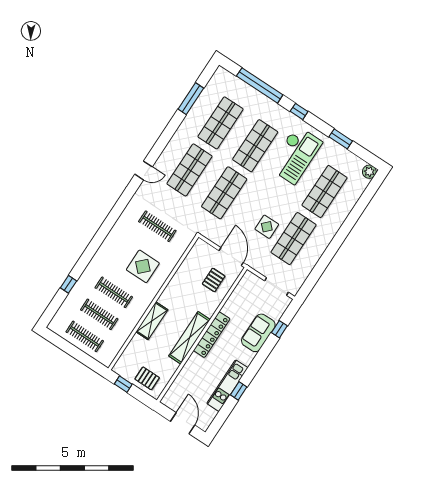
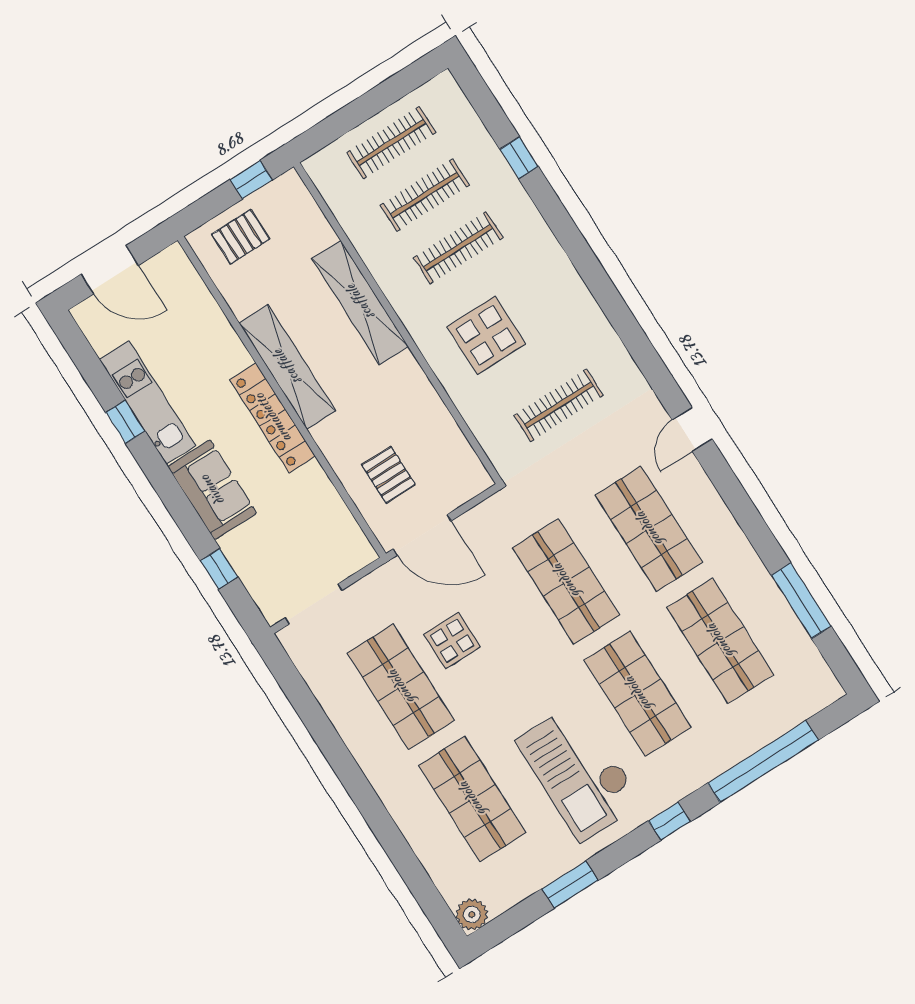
shelving: (152, 321) -> (360, 302), width x1.47
sofa: (258, 333) -> (212, 490), moved

